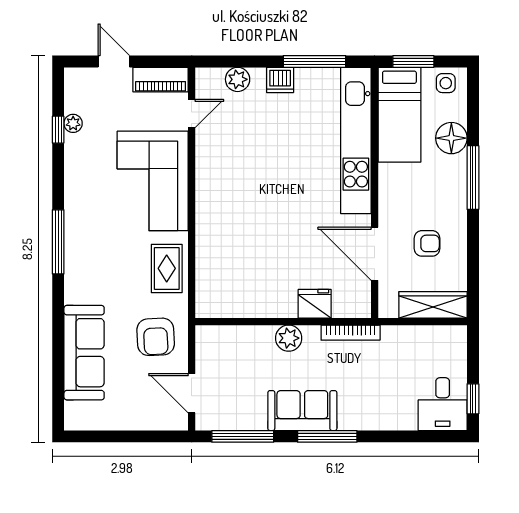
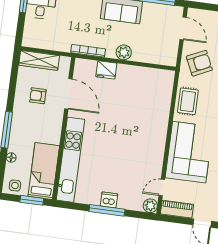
window: (314, 61) -> (107, 210), moved
plant: (238, 79) -> (150, 206), moved
floor lamp: (451, 138) -> (11, 157), width x0.53, depth x0.53
armchair: (156, 337) -> (199, 63), turned 68

